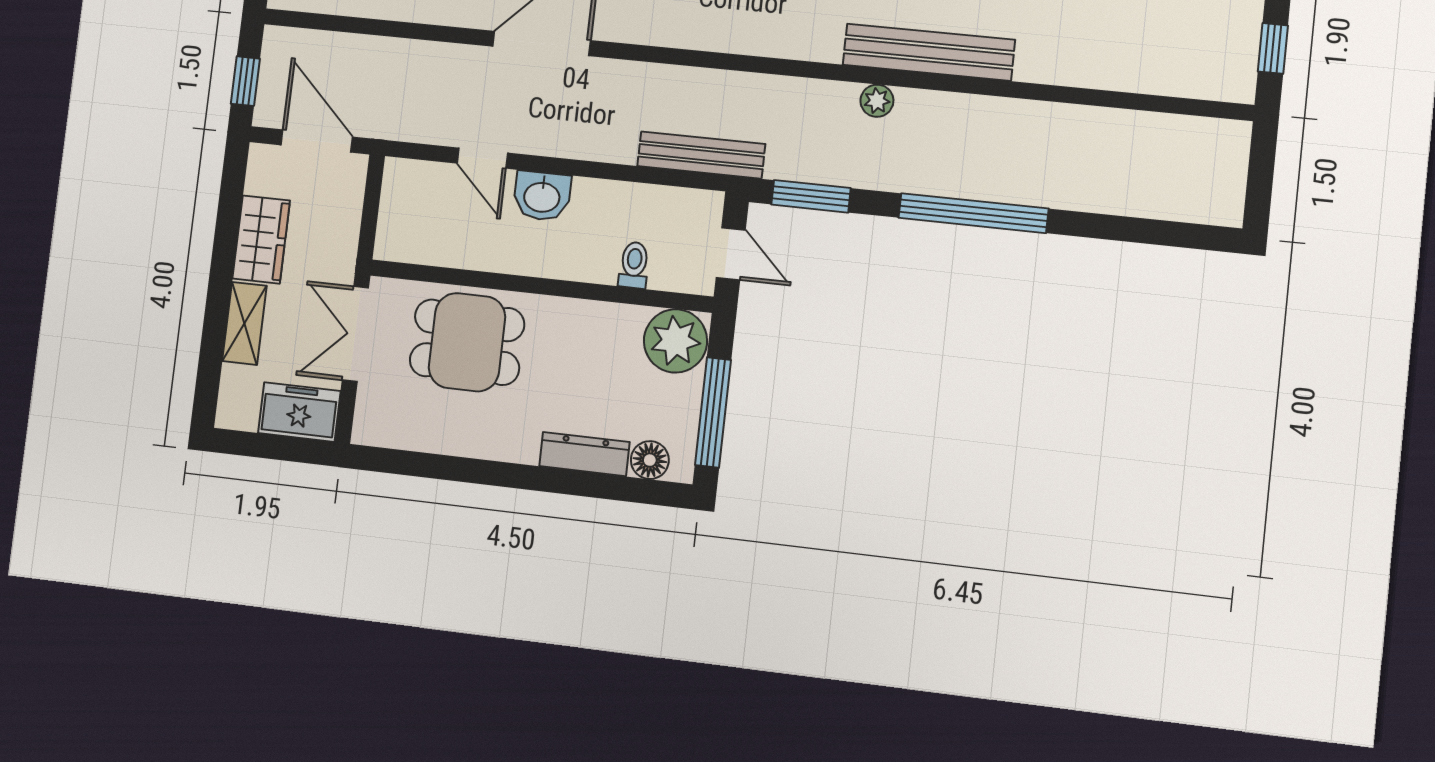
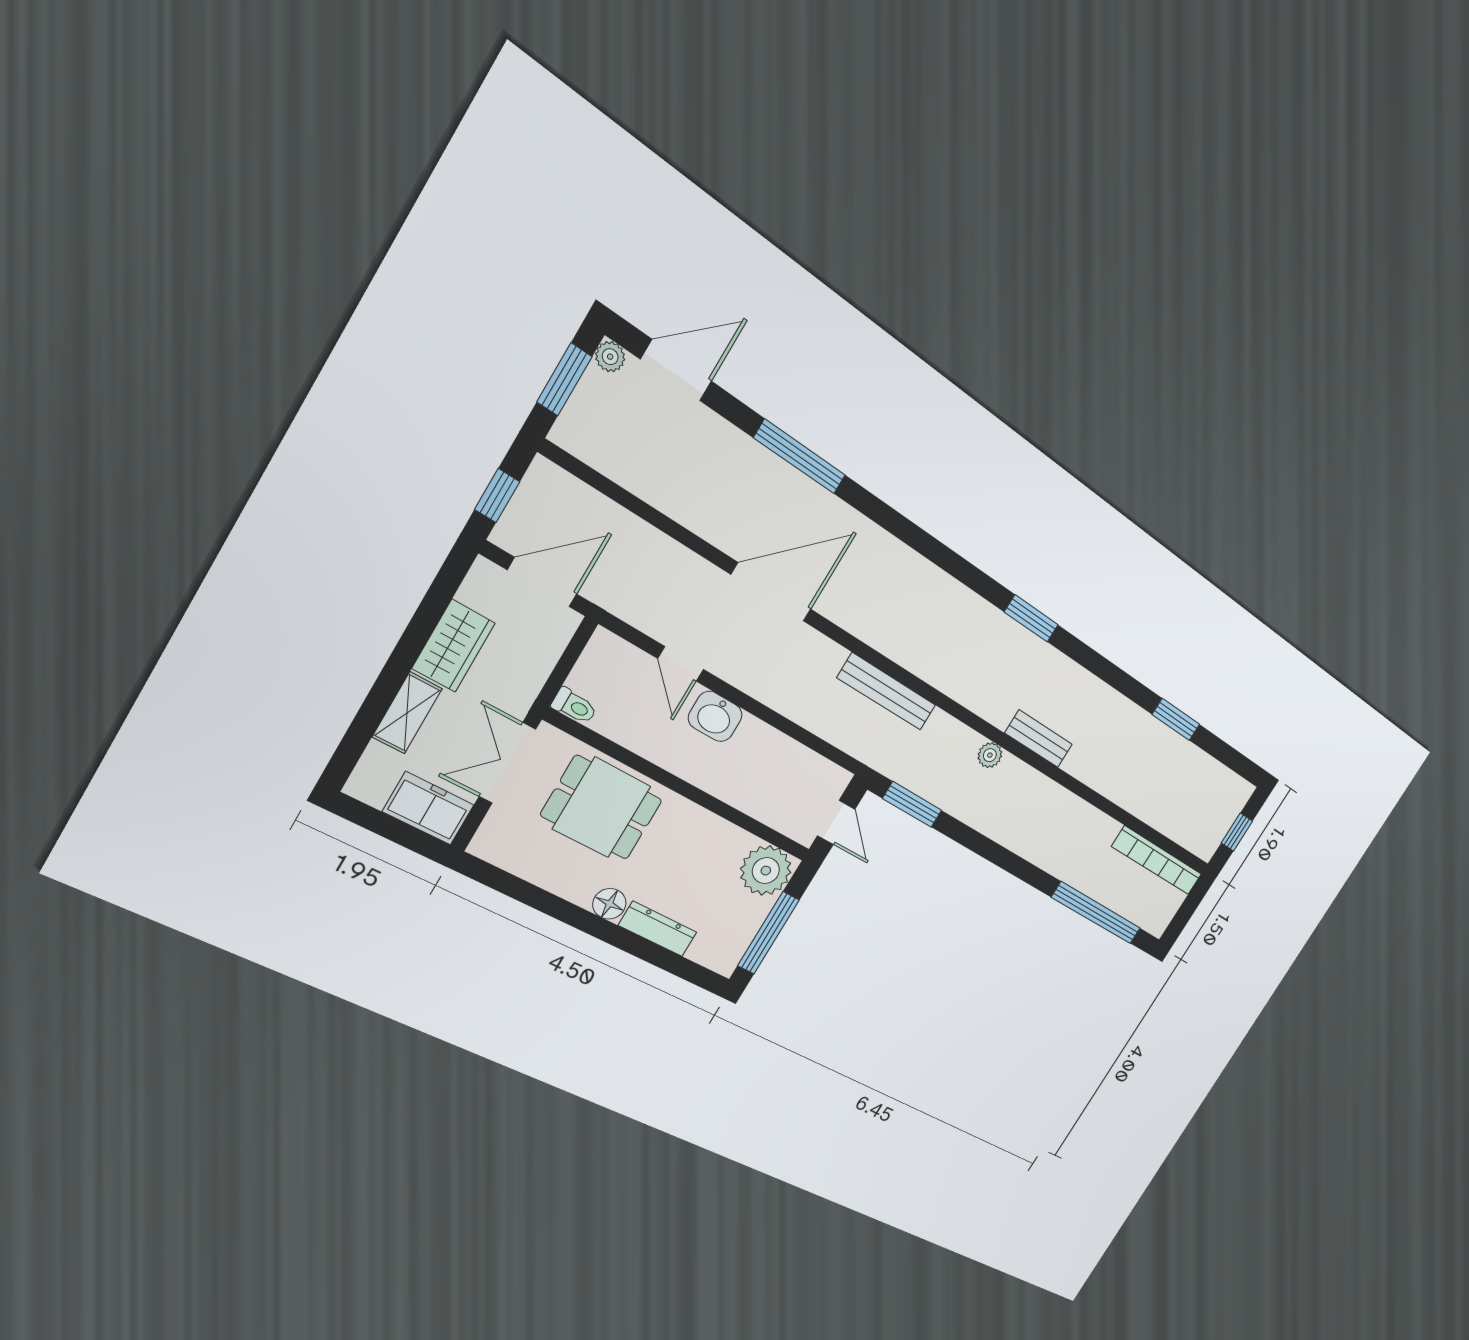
bench: (929, 52) -> (1039, 739), width x0.54, depth x0.82
bookcase: (1176, 131) -> (1157, 860), added
door: (317, 141) -> (542, 582), hinge flipped
bench: (701, 155) -> (887, 692), moved
window: (973, 213) -> (1096, 913), moved
toilet: (634, 265) -> (574, 706), moved, turned 90
floor lamp: (650, 460) -> (609, 904), moved

